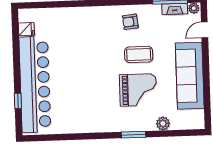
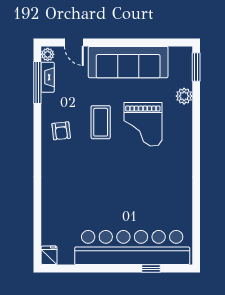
fridge: (26, 29) -> (49, 255), moved
grand piano: (138, 90) -> (143, 124), turned 180
window: (133, 135) -> (196, 67), moved

